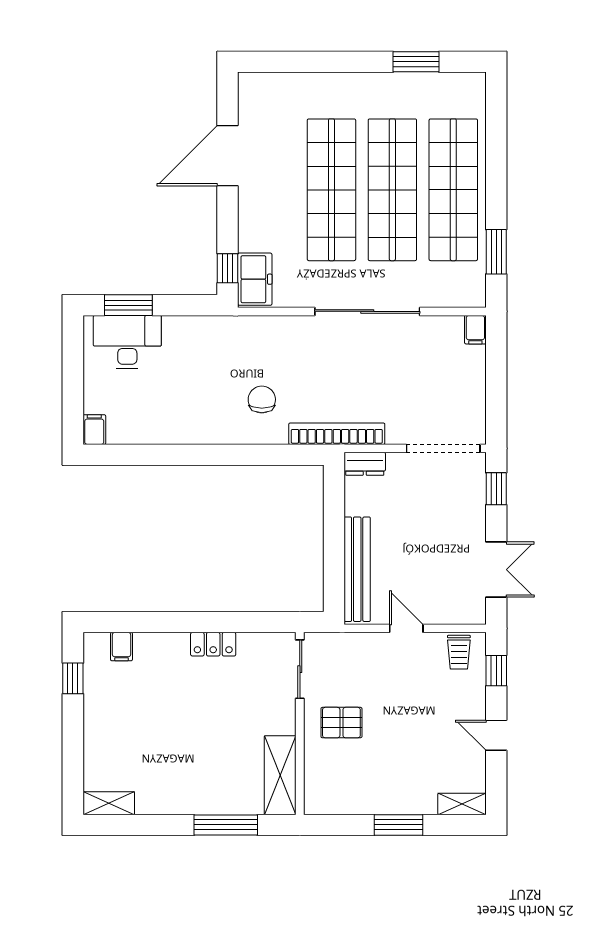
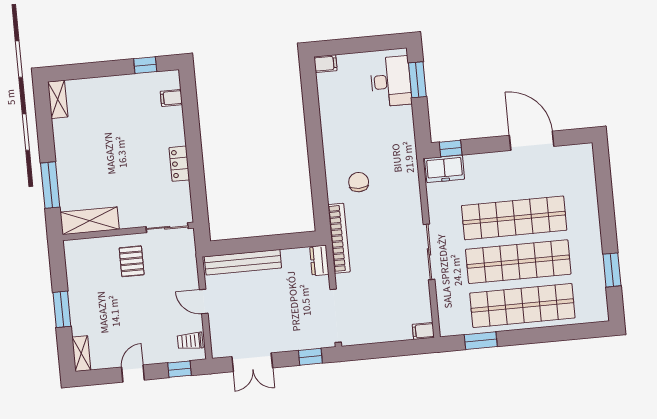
sliding door: (367, 311) -> (429, 252), width x0.73
chair: (262, 399) -> (359, 182), turned -90
door: (406, 628) -> (204, 302), swing flipped

